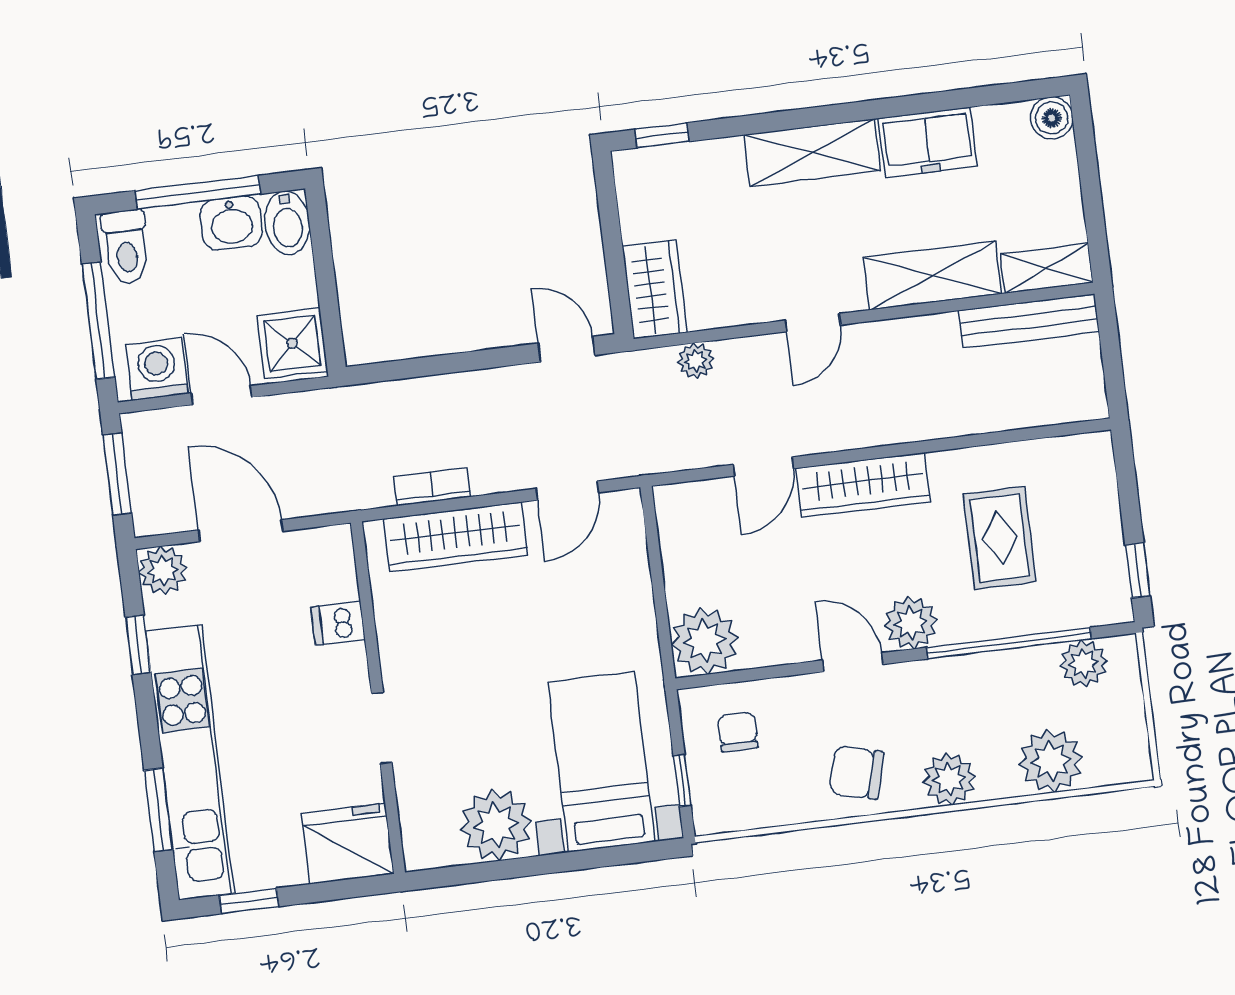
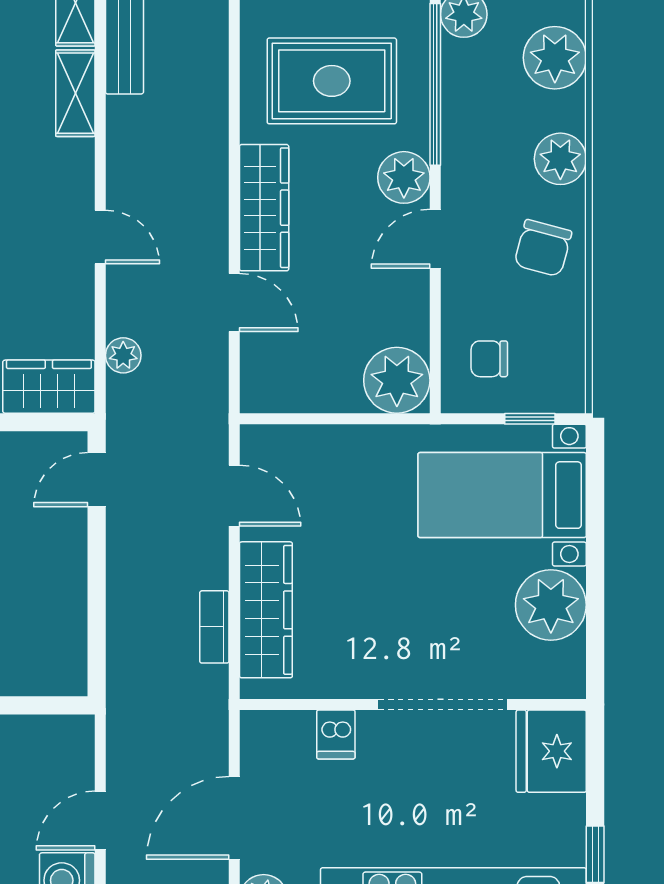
shelving: (933, 276) -> (75, 93), width x0.67, depth x0.75
shower: (292, 343) -> (58, 746), removed
rug: (1000, 538) -> (332, 81), width x1.36, depth x1.43
doorway: (382, 728) -> (443, 705), width x1.87

